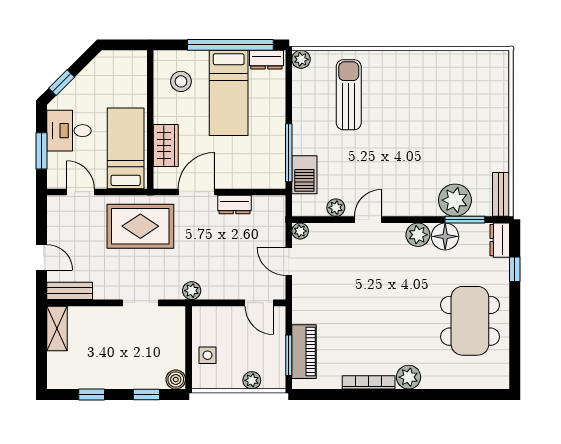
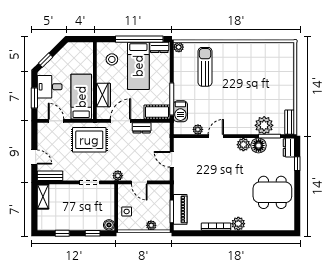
cot: (262, 176) -> (157, 112), added
plant: (300, 231) -> (178, 142), removed
door: (259, 303) -> (139, 182), moved
dining table: (470, 321) -> (272, 192), turned 90

